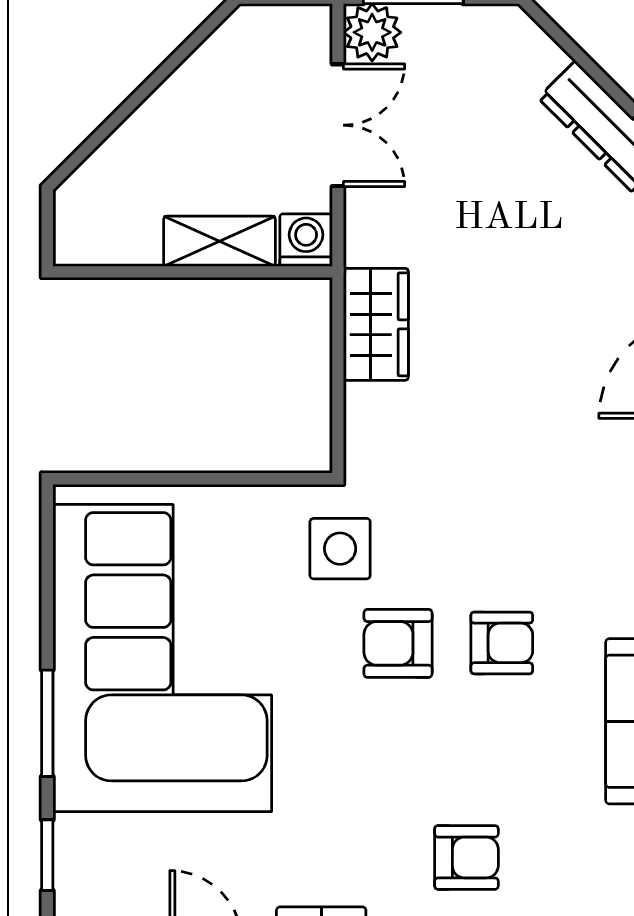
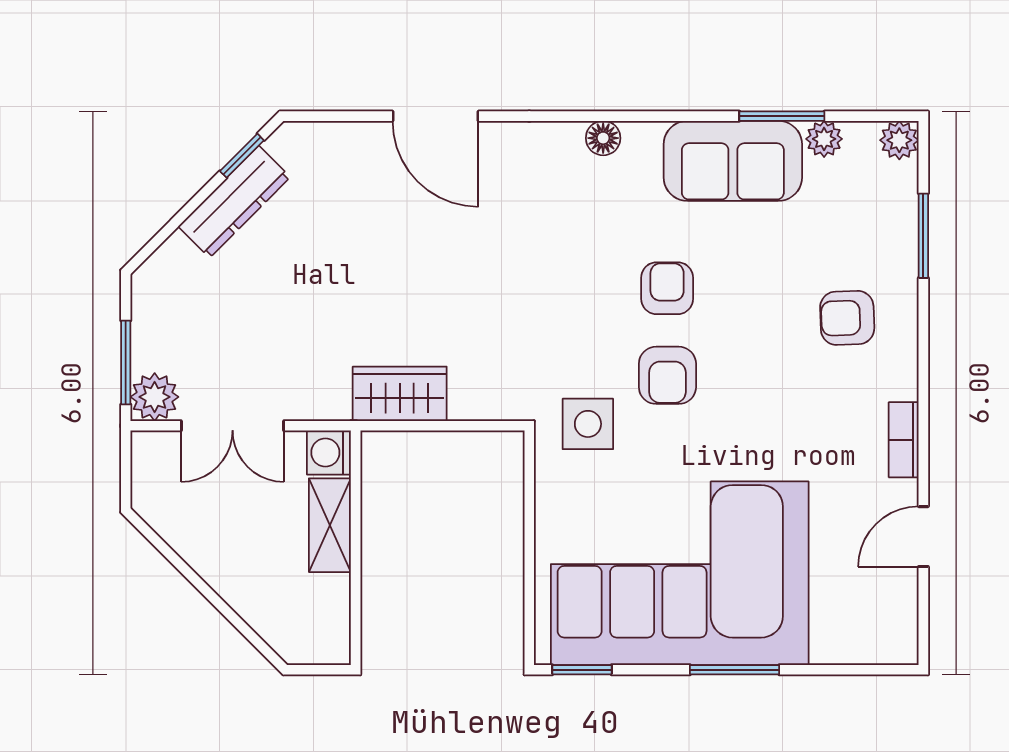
double door: (338, 125) -> (233, 426), swing flipped
window: (47, 855) -> (582, 670), moved
armchair: (466, 857) -> (847, 318), turned -92

